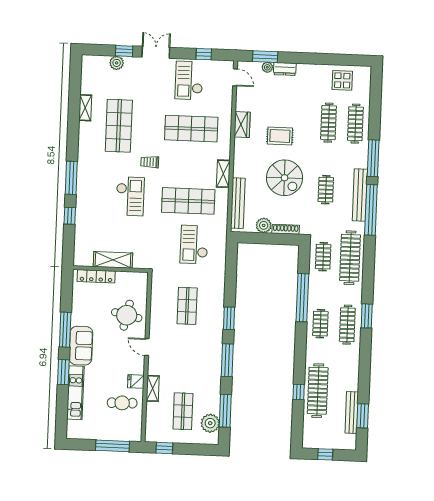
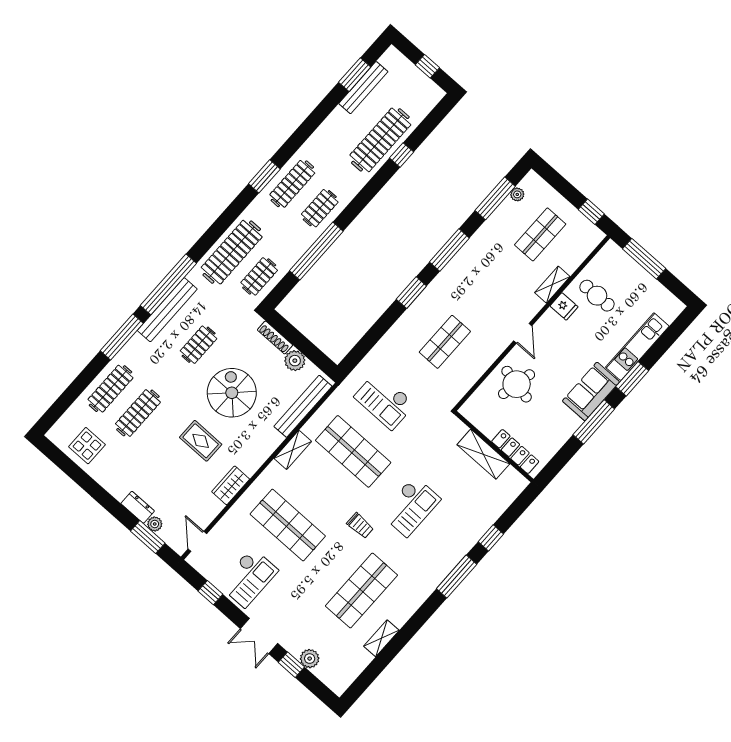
checkout: (130, 196) -> (411, 506), turned 180
checkout: (194, 245) -> (385, 400), turned 90
plant: (210, 423) -> (517, 194), width x0.53, depth x0.53

